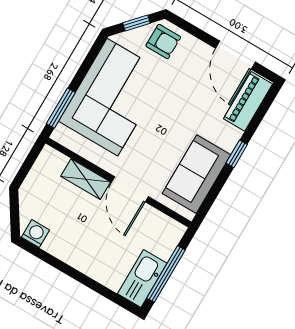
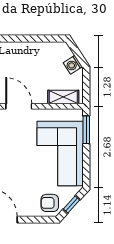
shelving: (86, 179) -> (63, 97), moved
washing machine: (36, 234) -> (73, 65), moved, turned 57

